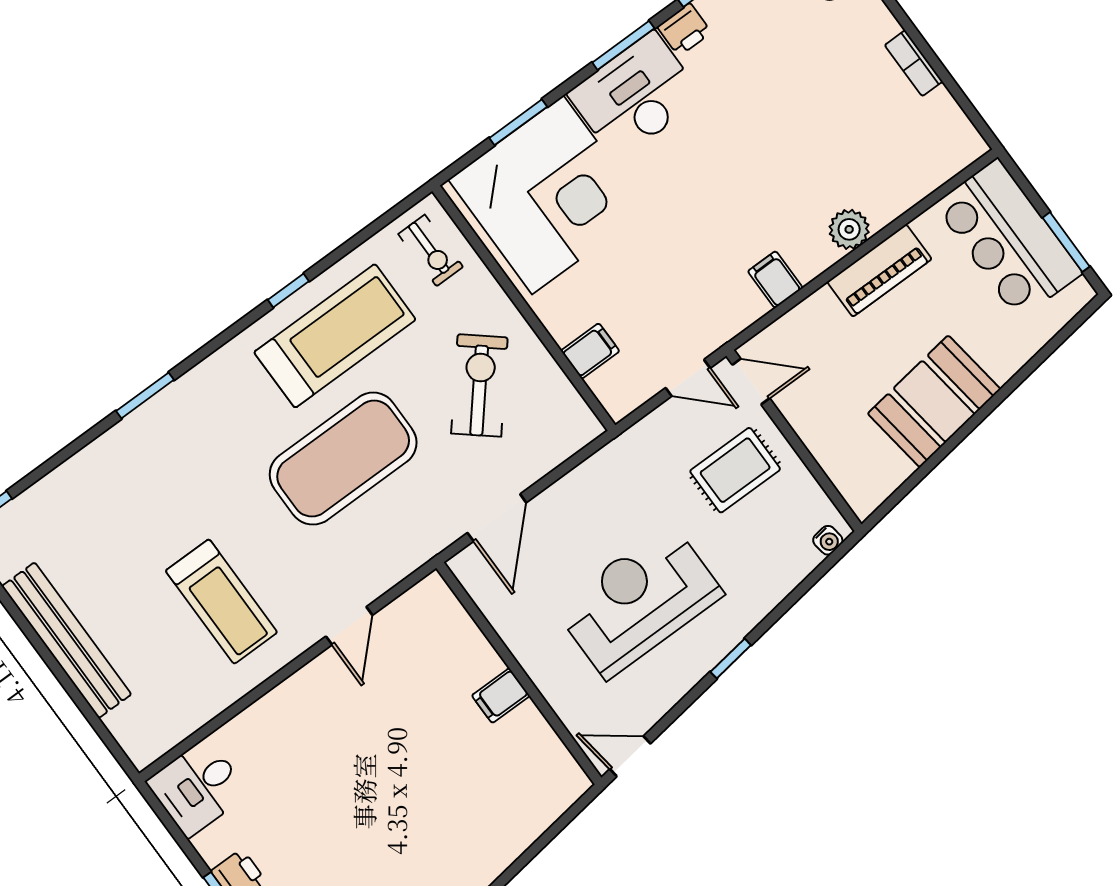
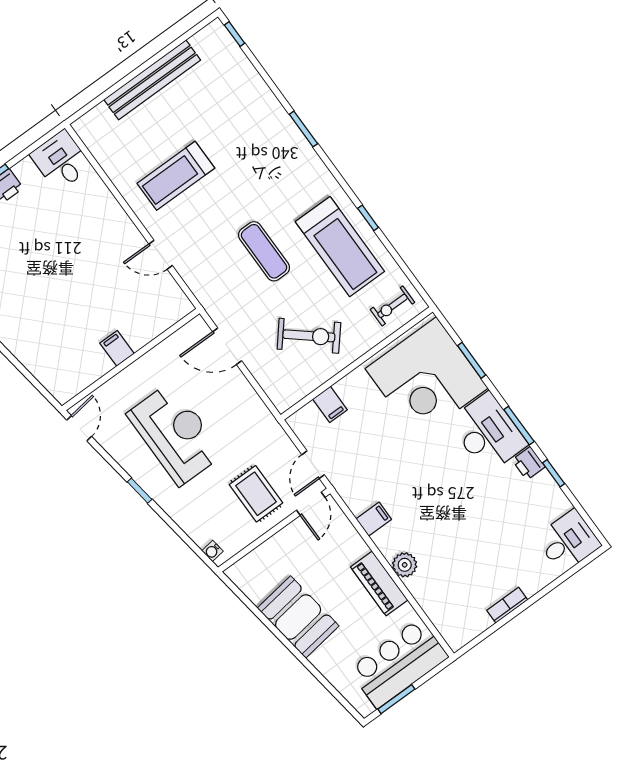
exercise mat: (343, 459) -> (264, 251), width x0.50, depth x0.69

